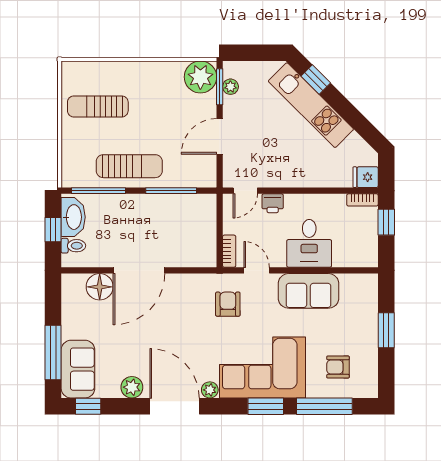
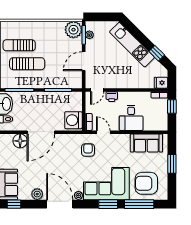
window: (316, 79) -> (157, 53), moved
sun lounger: (129, 166) -> (27, 64), moved
washing machine: (200, 248) -> (73, 120), added
sofa: (309, 291) -> (146, 143), moved
armchair: (338, 367) -> (146, 183), width x1.88, depth x1.88

